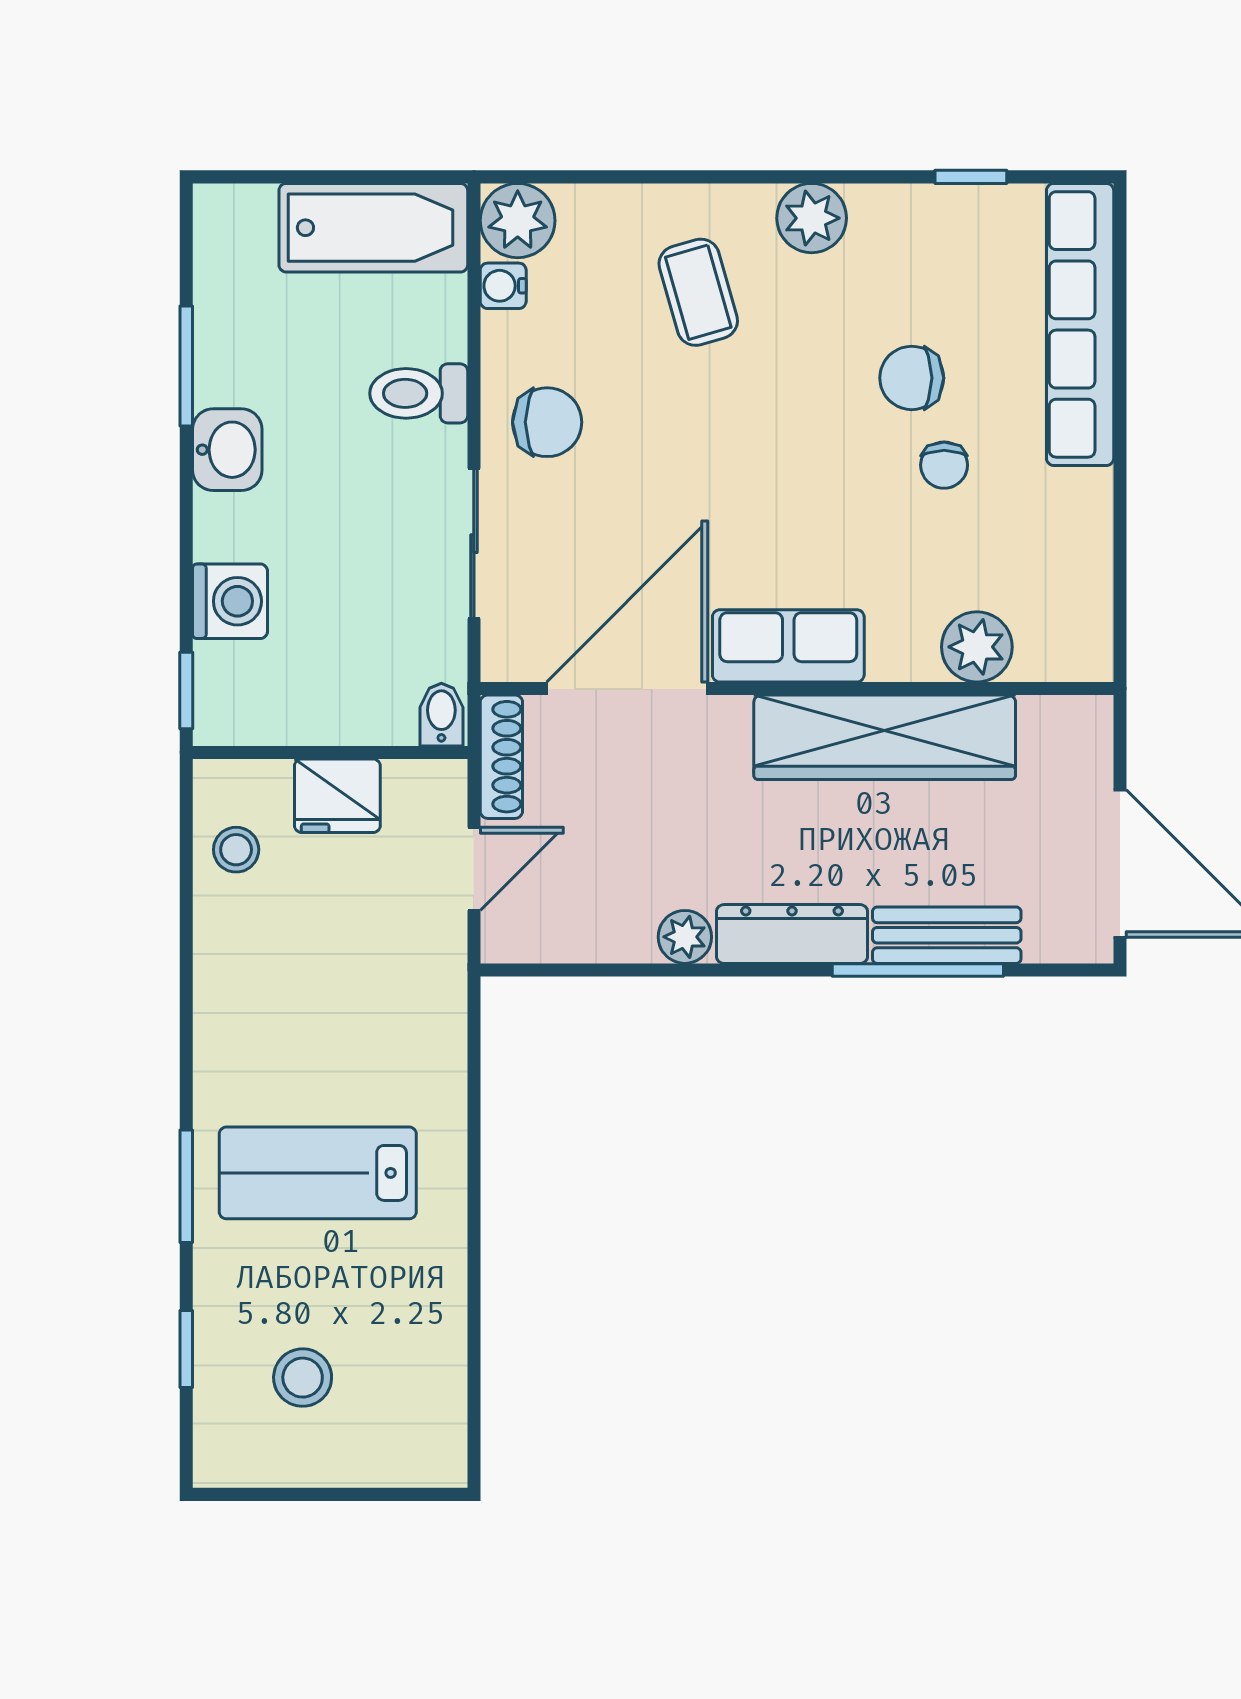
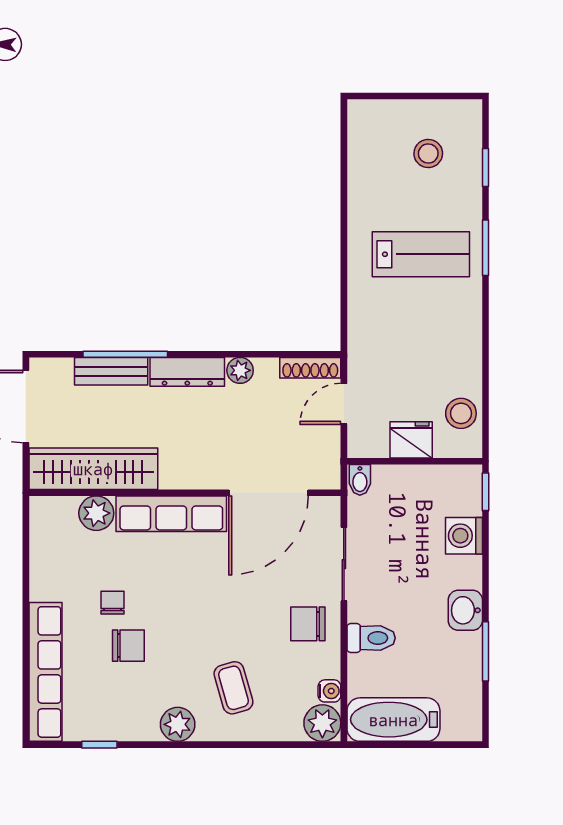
row of seats: (788, 646) -> (171, 514), width x1.48
wardrobe: (885, 737) -> (93, 469), moved
shoe rack: (501, 757) -> (310, 368), moved, turned -90
stool: (236, 850) -> (461, 413), width x1.37, depth x1.37

